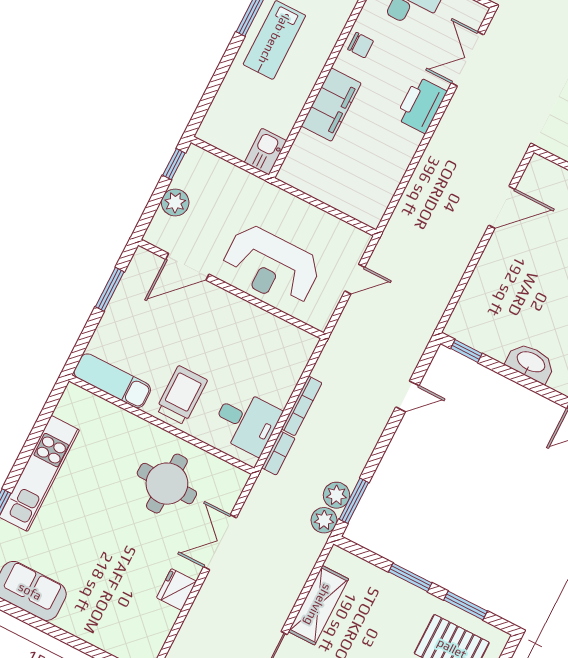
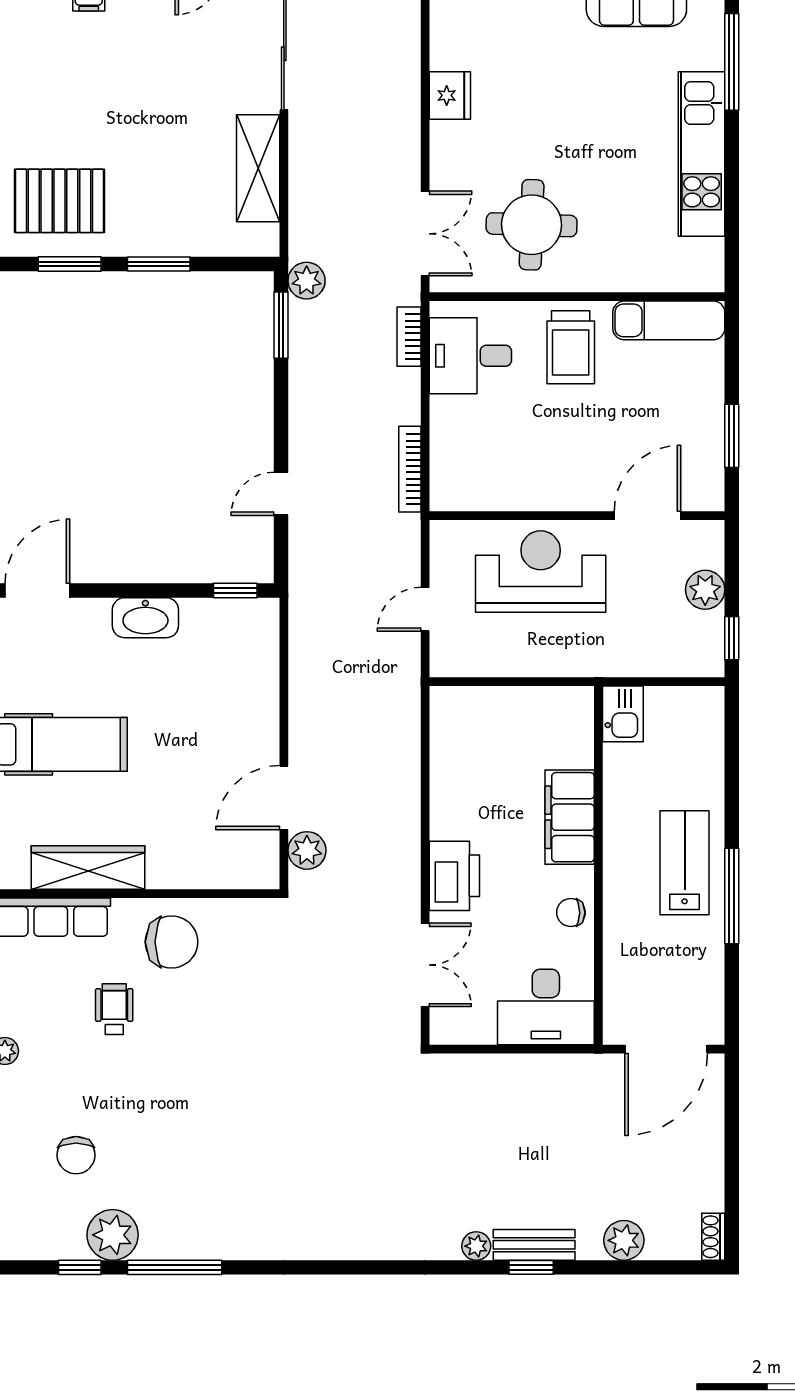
bookcase: (302, 406) -> (410, 469), moved
plant: (336, 495) -> (307, 850), moved
double door: (220, 542) -> (425, 234), moved

